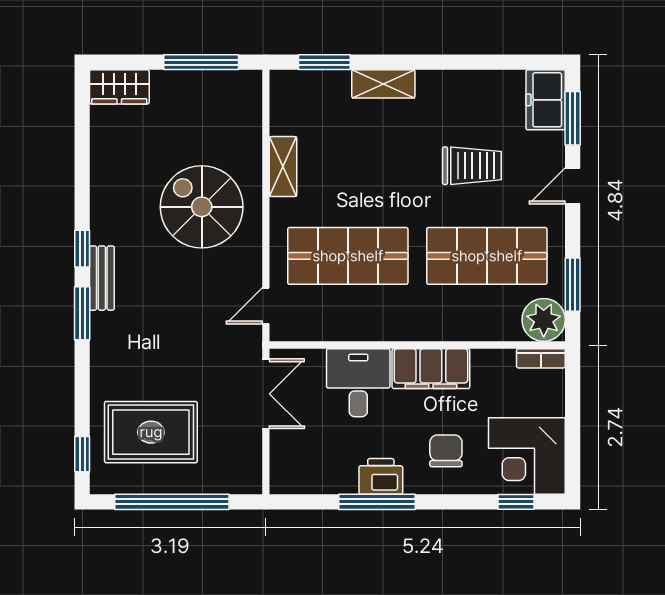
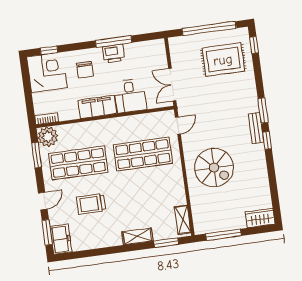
shelving: (283, 167) -> (183, 220), moved

